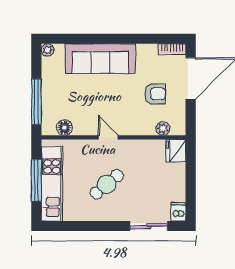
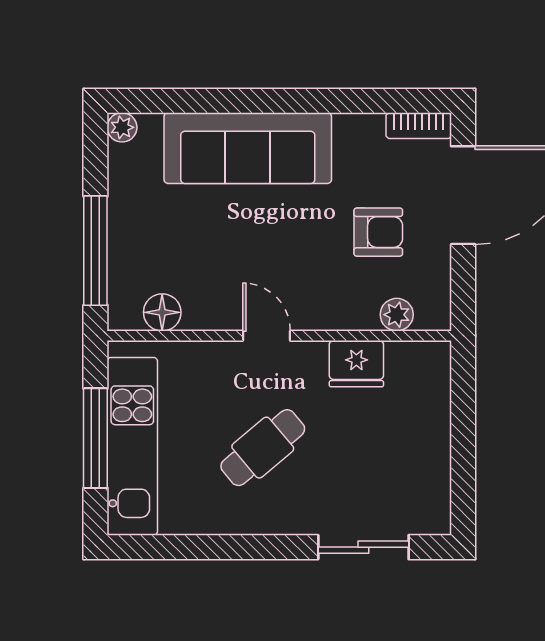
fridge: (176, 151) -> (356, 364), moved, turned -90
dishwasher: (178, 212) -> (434, 513), removed

